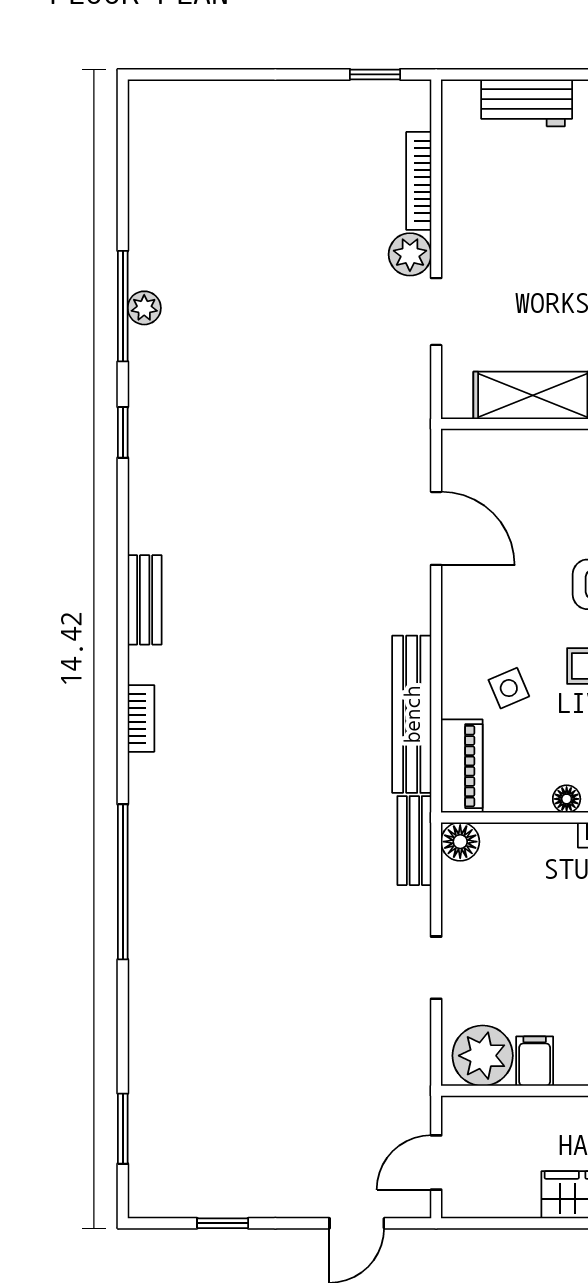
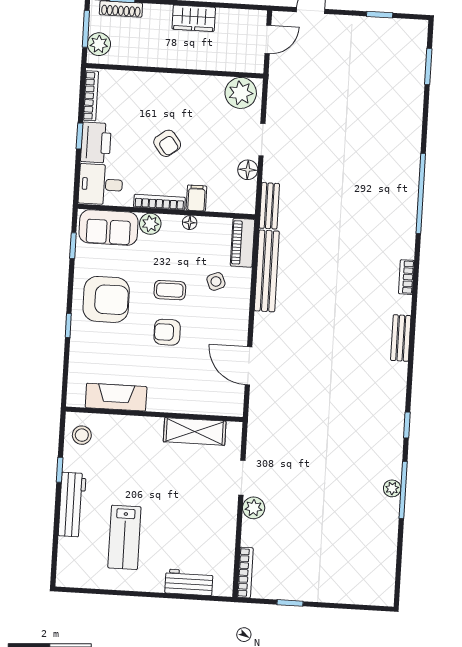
window: (375, 74) -> (290, 603), moved
bookcase: (419, 181) -> (245, 573), moved
floor lamp: (460, 842) -> (248, 170), moved
filing cabinet: (535, 1061) -> (196, 198), moved, turned 180

